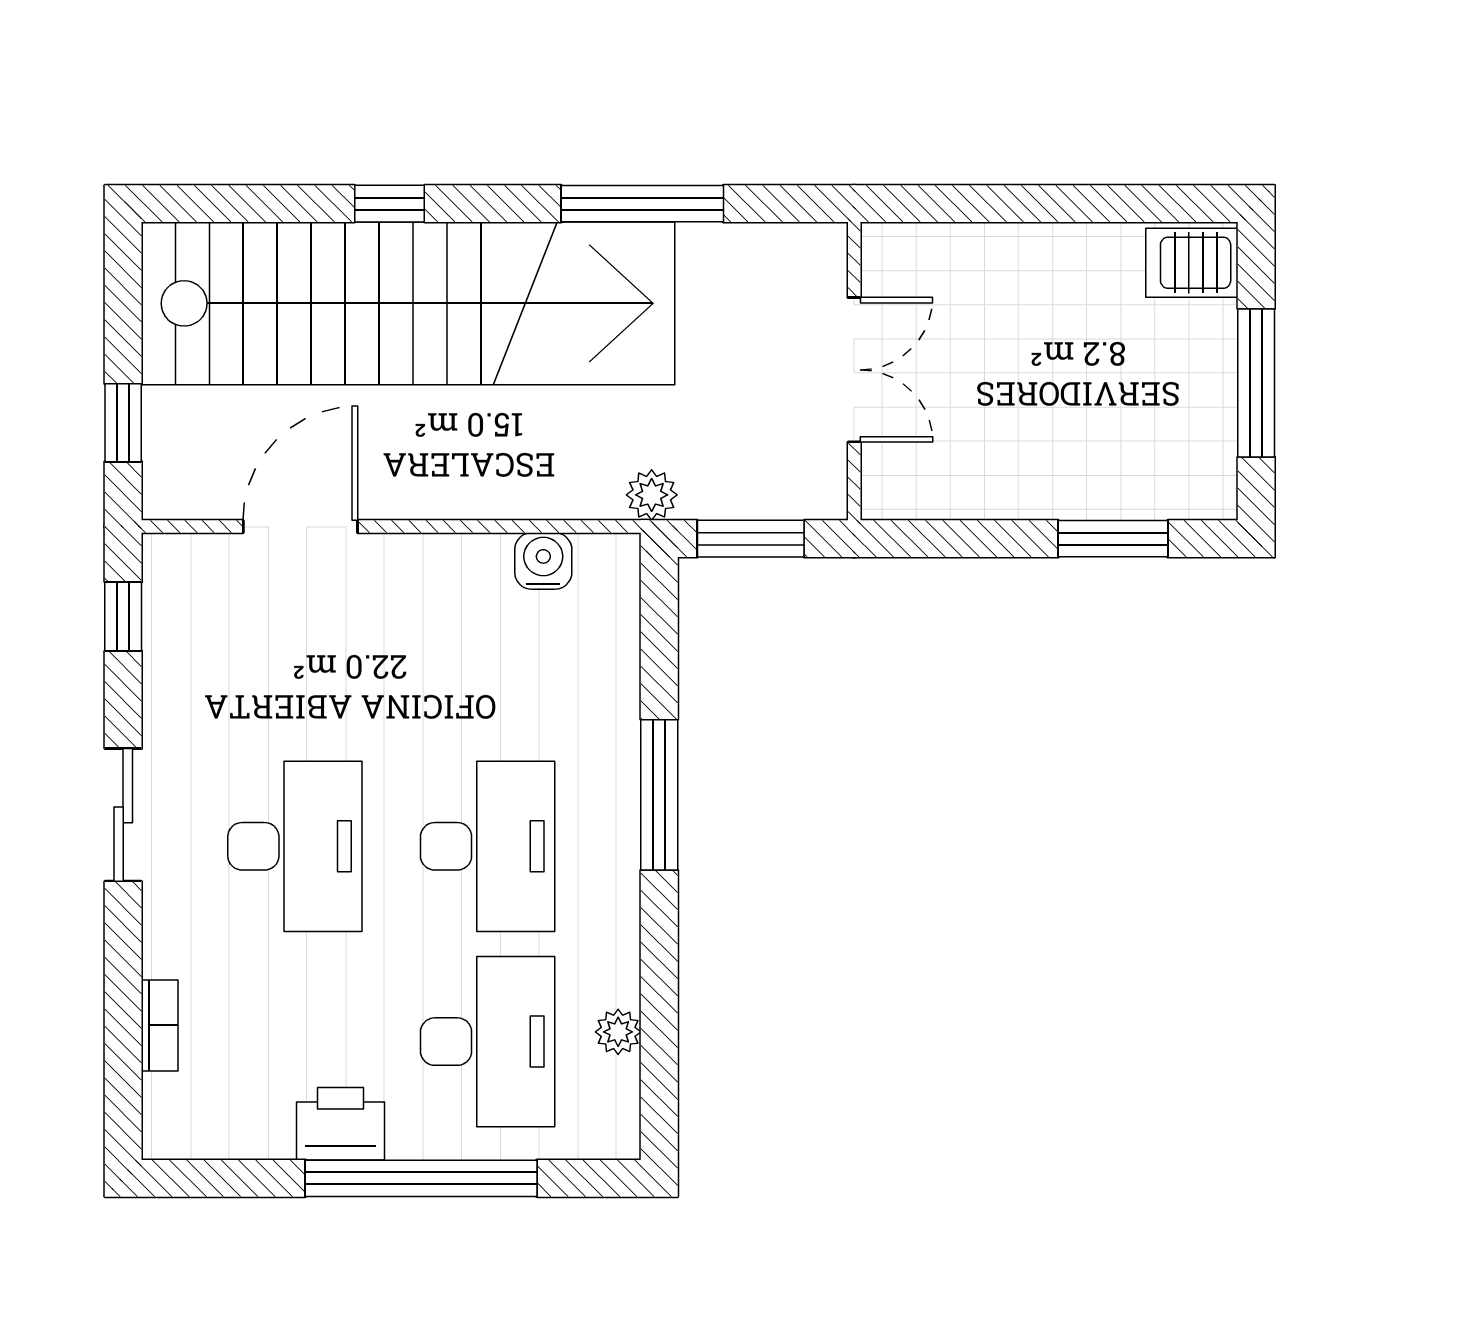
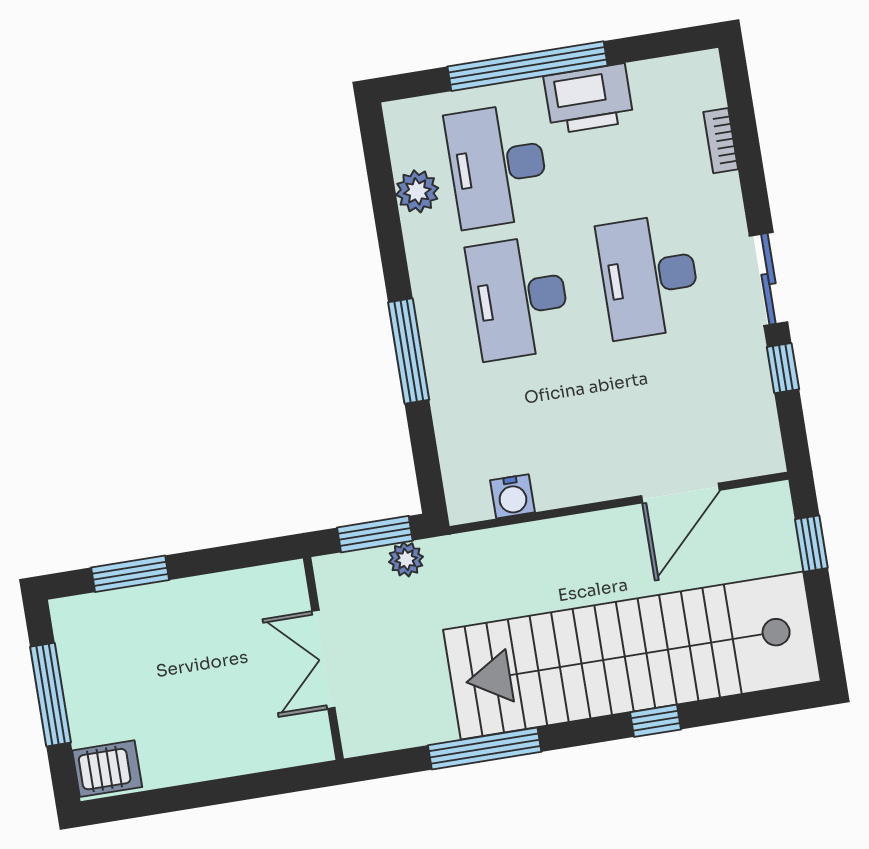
plant: (652, 495) -> (406, 559), moved
window: (123, 617) -> (783, 368), moved
plant: (618, 1032) -> (417, 191), width x1.38, depth x1.38
printer: (341, 1124) -> (589, 99), width x1.37, depth x1.19

